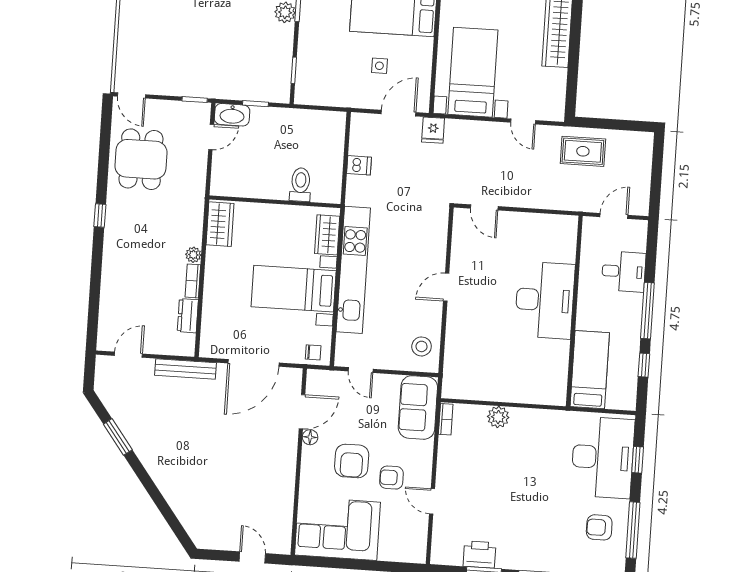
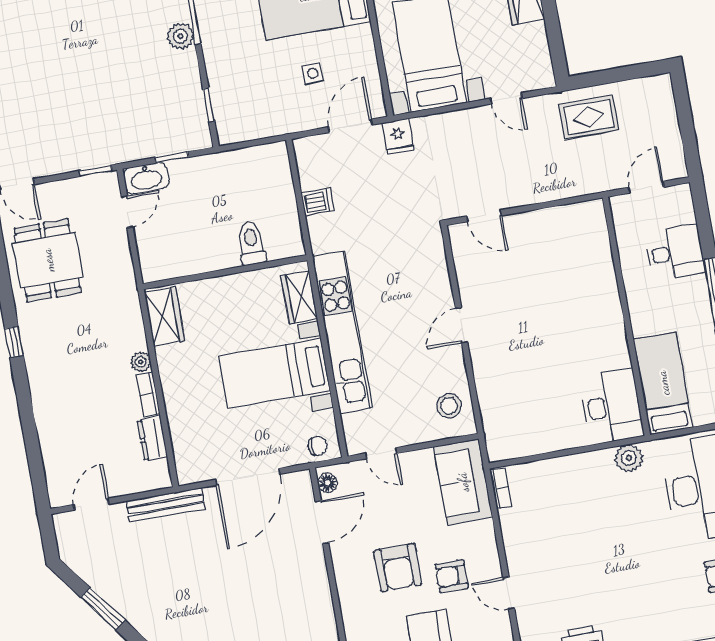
desk: (545, 300) -> (612, 406), moved, width x0.73, depth x0.77
plant: (498, 417) -> (629, 458), moved
floor lamp: (310, 437) -> (327, 483), moved

